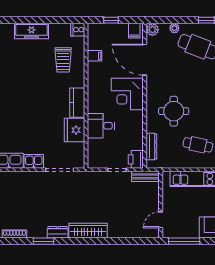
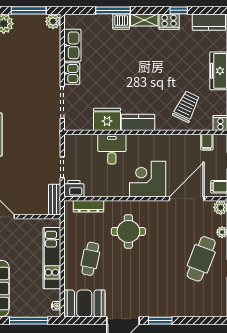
filing cabinet: (95, 56) -> (207, 142), moved
trolley: (63, 60) -> (186, 107), turned 116

